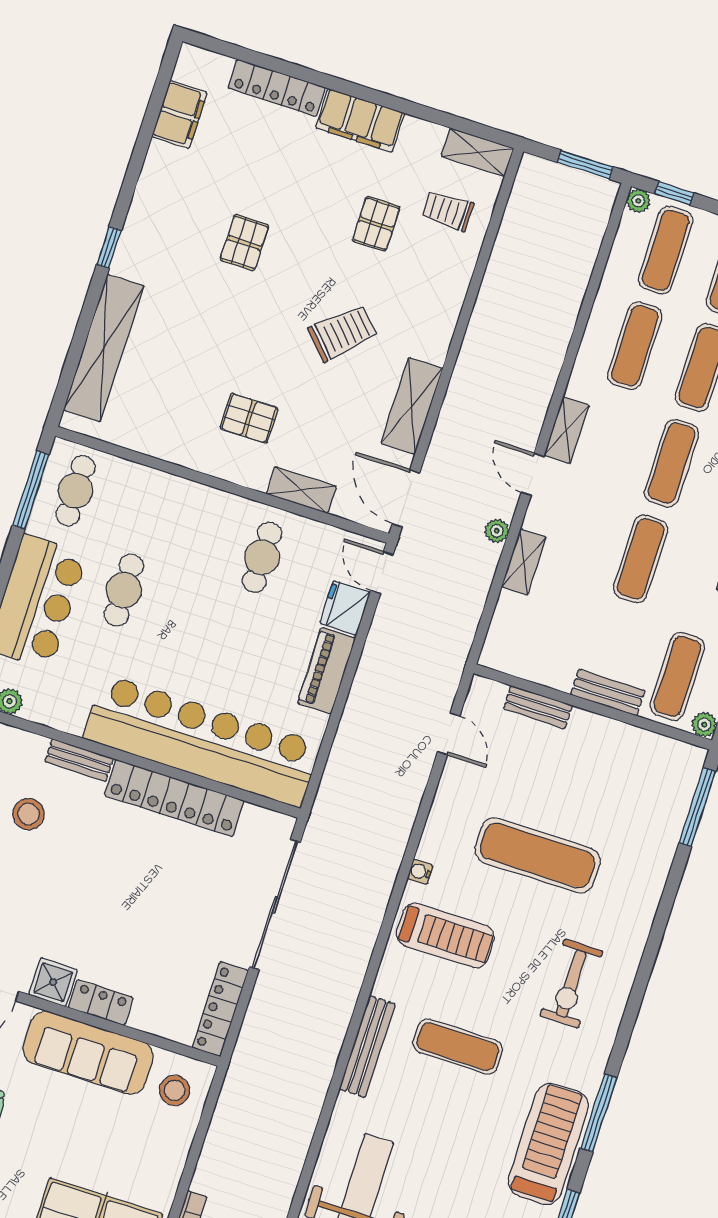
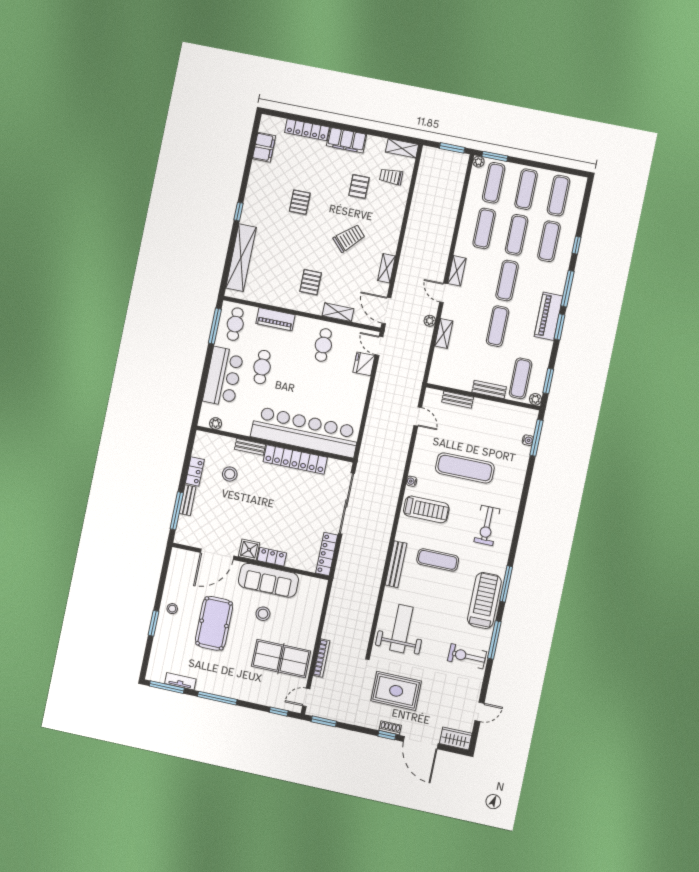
window: (675, 193) -> (495, 156), width x1.50
shelving: (412, 406) -> (387, 268), width x0.67, depth x0.75
pallet: (249, 418) -> (311, 282), turned 90
piano: (327, 671) -> (275, 319), moved, turned -90
water cooler: (678, 810) -> (528, 440), added
stool: (175, 1090) -> (263, 614), moved

